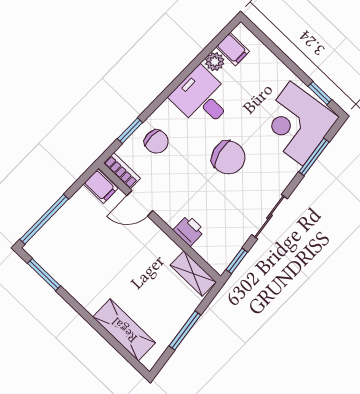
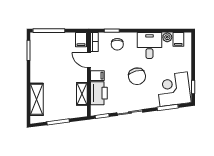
filing cabinet: (173, 212) -> (97, 76), added
printer: (189, 231) -> (99, 93), width x1.87, depth x1.48
shelving: (193, 274) -> (82, 94), moved

